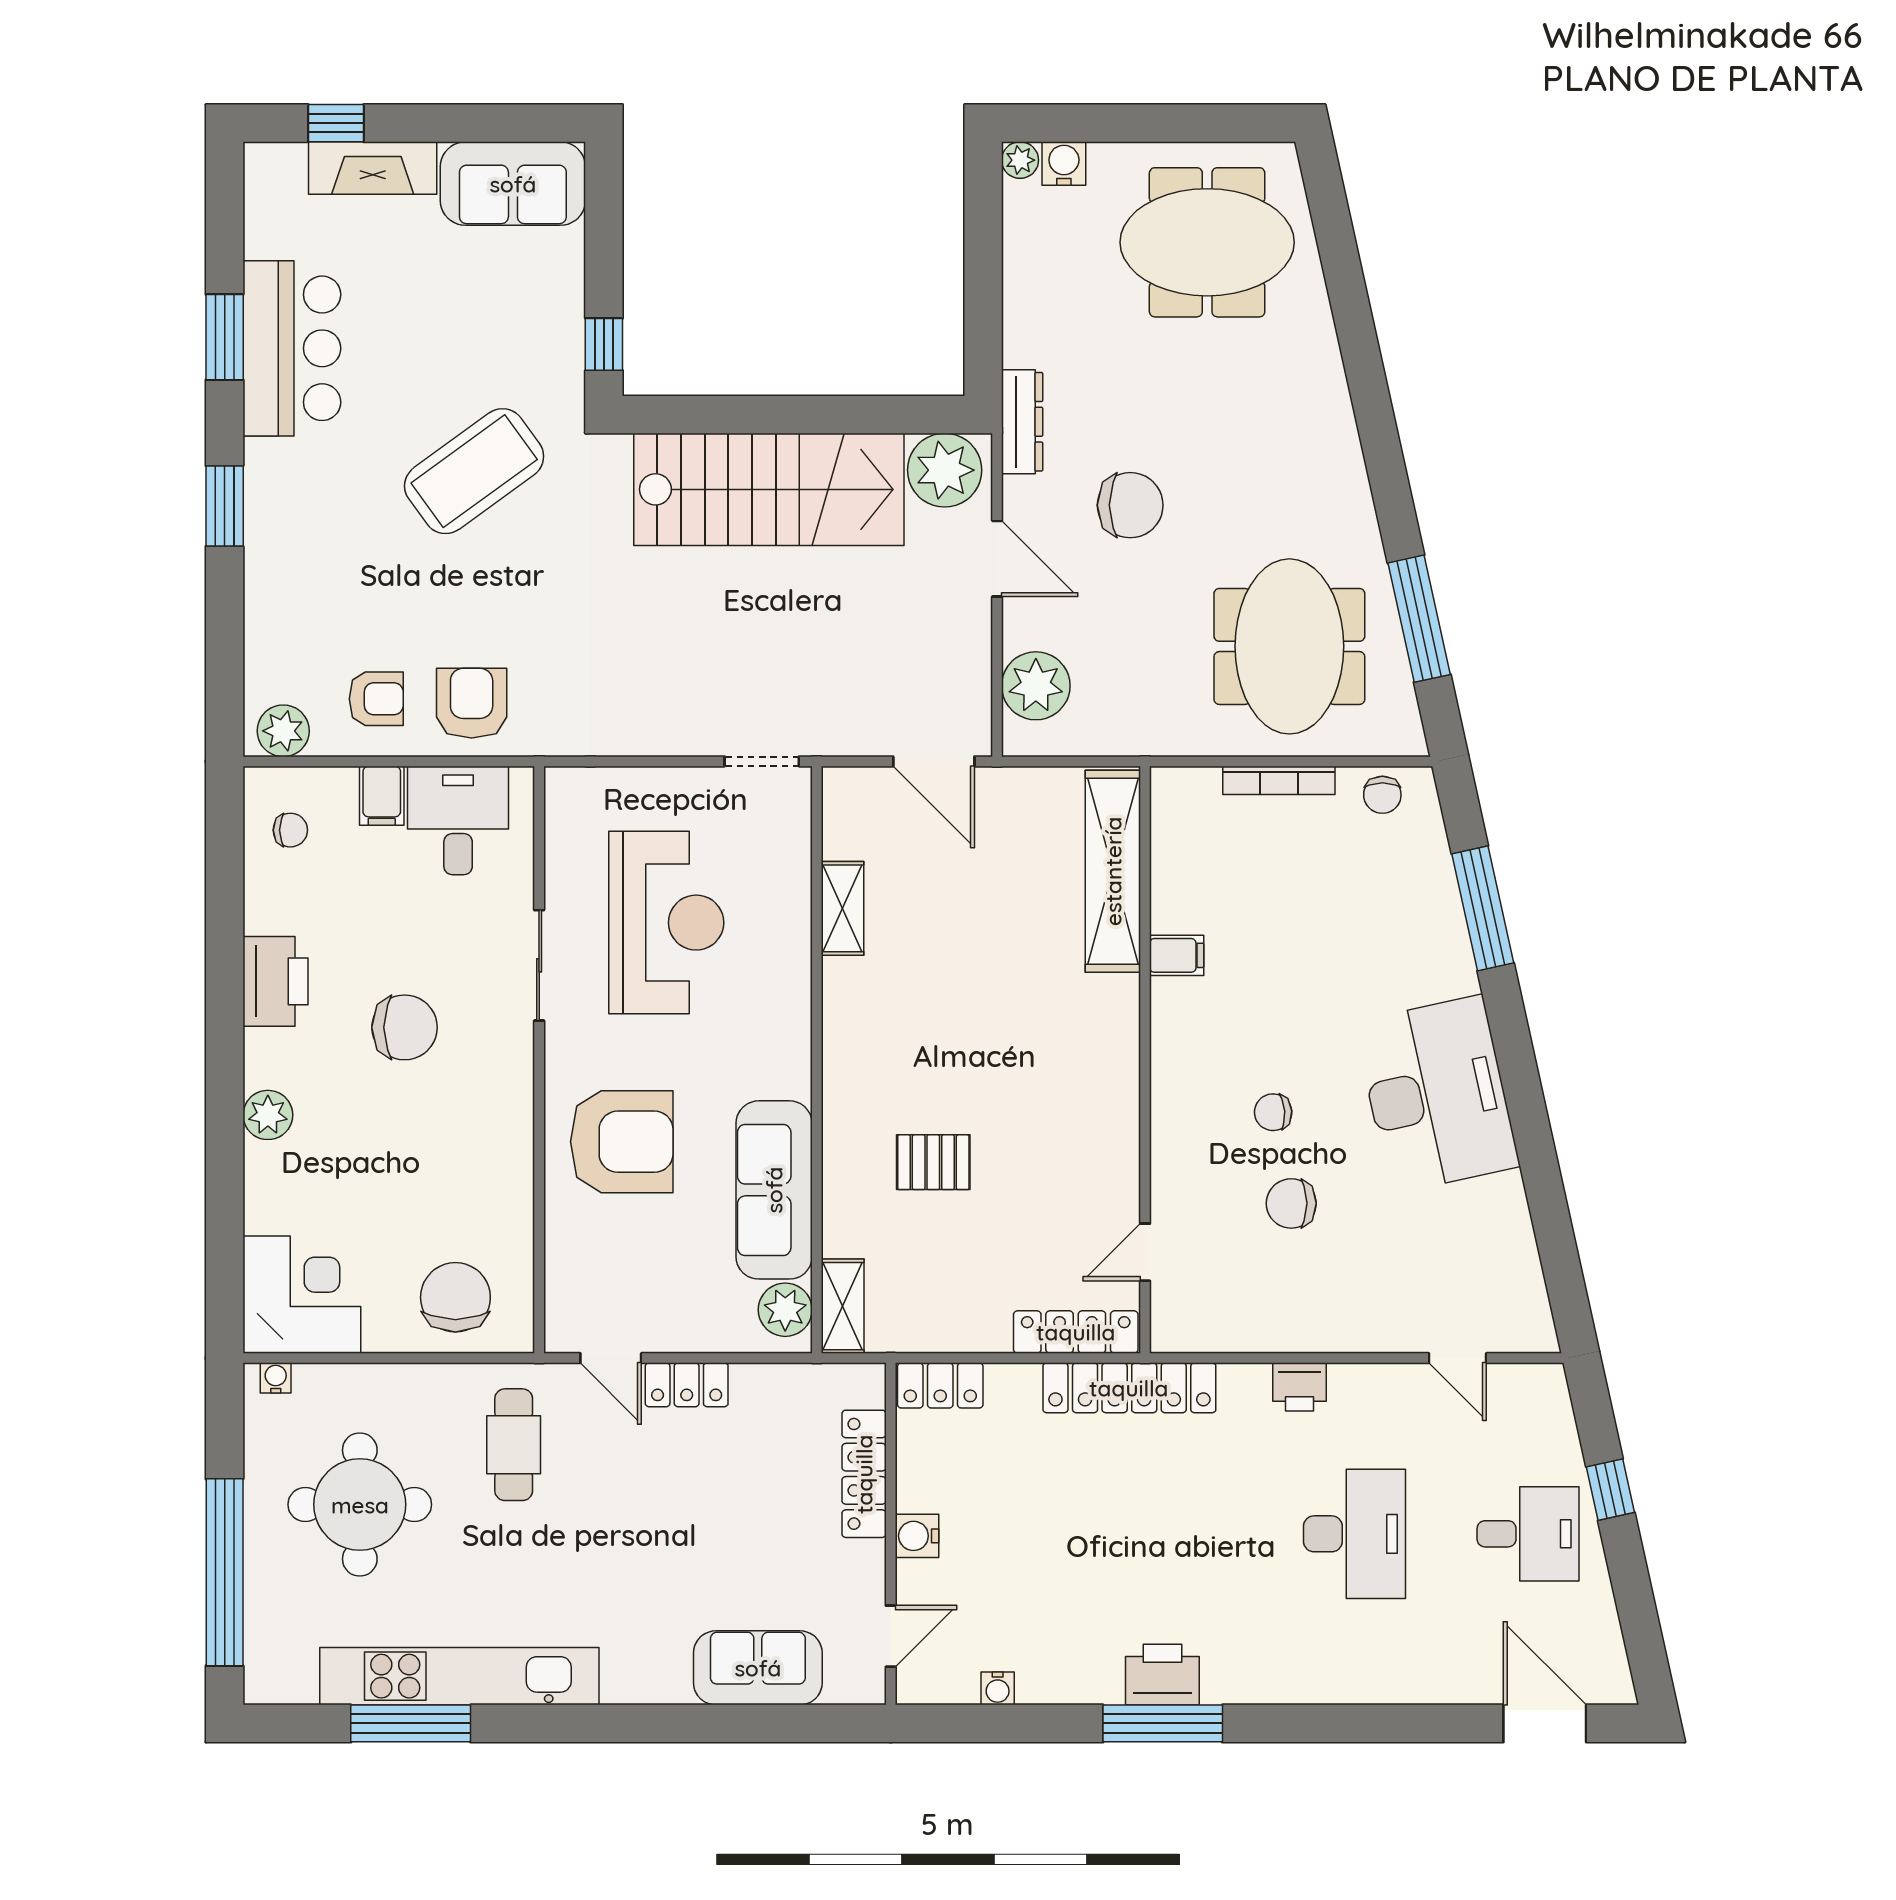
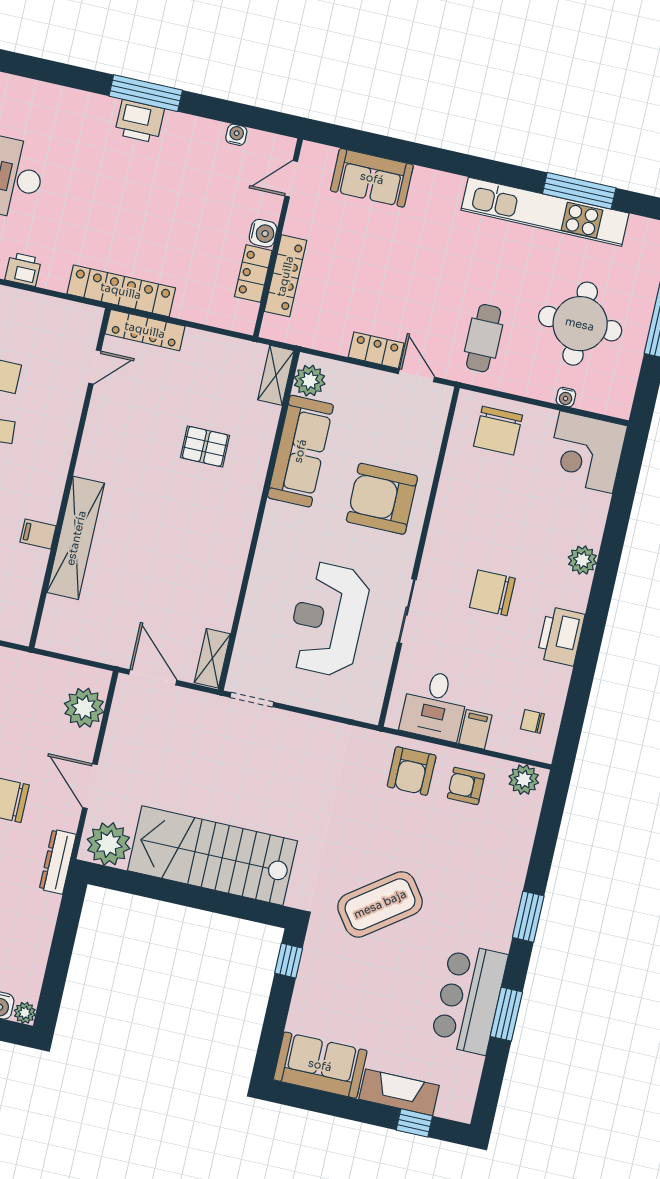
shelving: (1113, 871) -> (76, 538), moved
shelving: (842, 908) -> (212, 658), moved
water cooler: (276, 1378) -> (566, 397), moved
locker: (940, 1385) -> (253, 274), moved, turned -90

